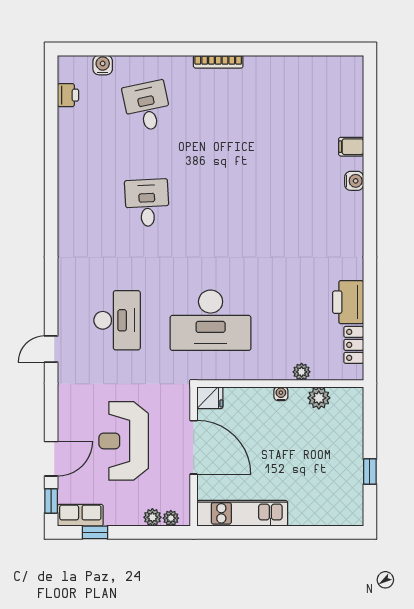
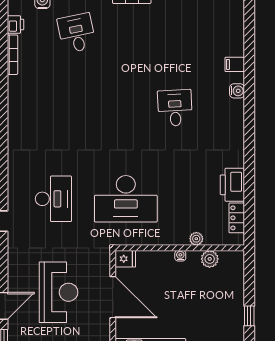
bookcase: (64, 134) -> (12, 55), added
desk: (147, 203) -> (175, 108), moved
reception desk: (124, 441) -> (59, 292), turned 180

